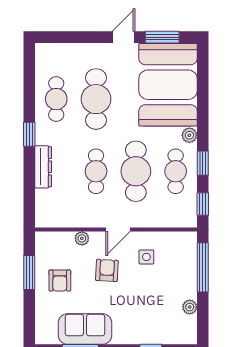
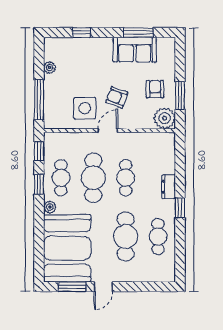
dresser: (43, 167) -> (169, 187), width x0.70
plant: (82, 238) -> (165, 118), moved, width x1.88, depth x1.88
side table: (146, 257) -> (85, 108), width x1.87, depth x1.87
armchair: (107, 270) -> (117, 97), turned 107

